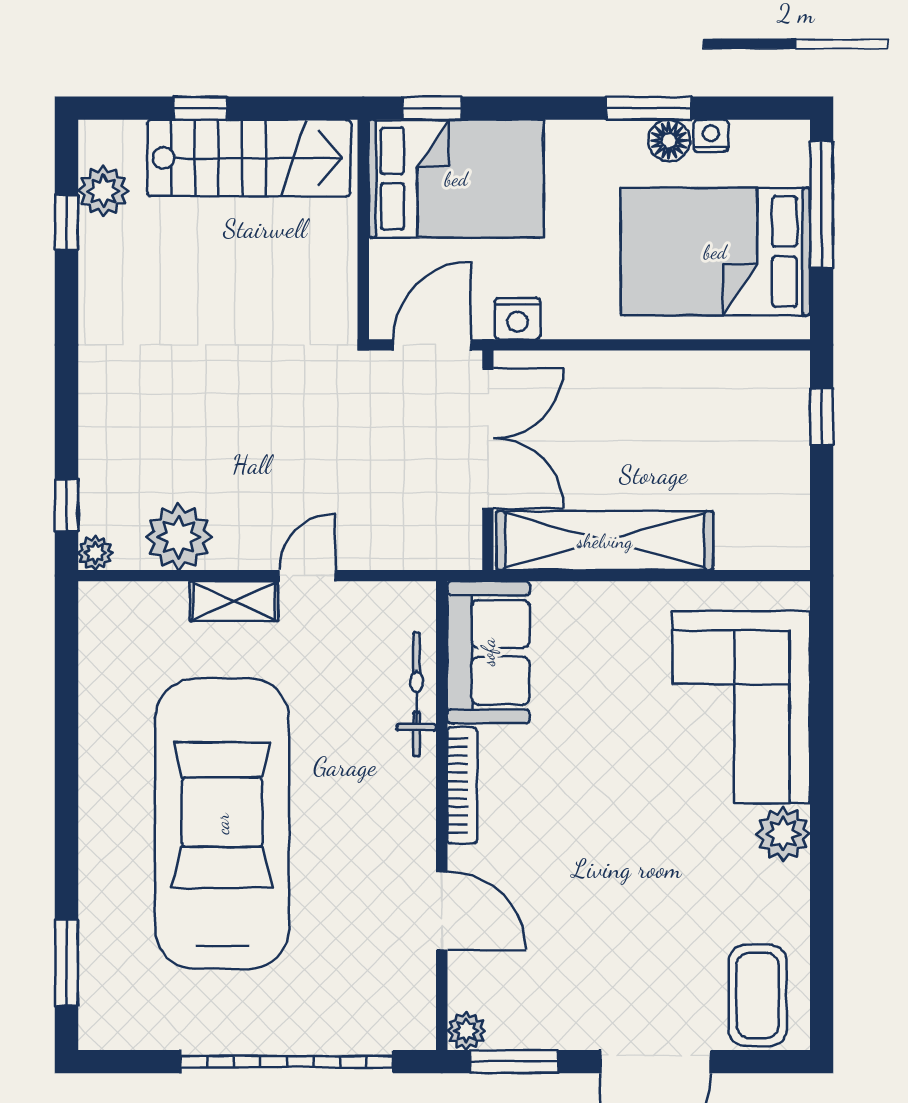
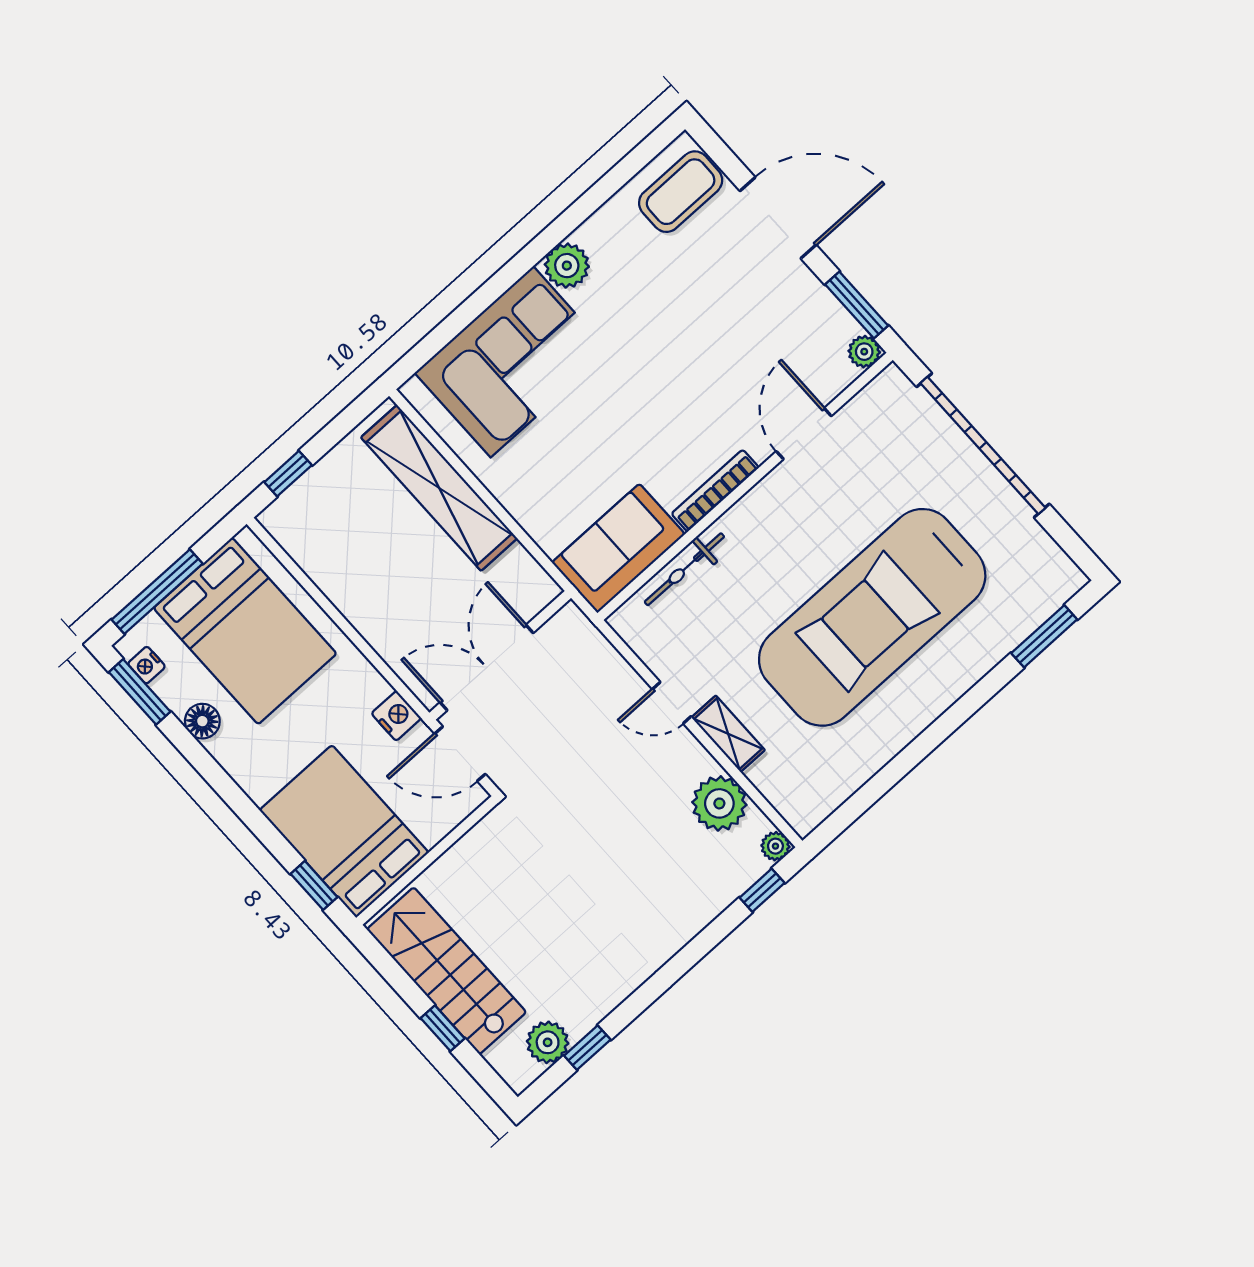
window: (649, 108) -> (140, 692), moved
nightstand: (711, 136) -> (147, 665), moved
shelving: (605, 541) -> (439, 488), moved

